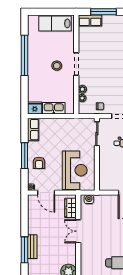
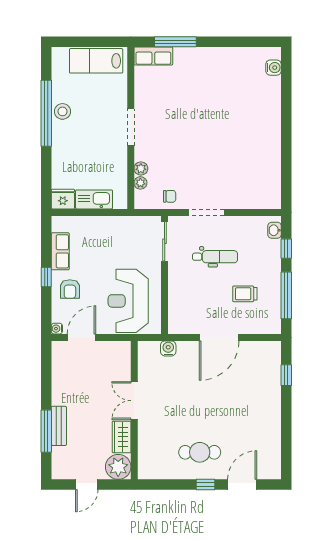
stool: (57, 66) -> (62, 111), moved
row of seats: (33, 130) -> (60, 251), moved
window: (25, 156) -> (46, 277), width x0.46
reception desk: (75, 170) -> (128, 301), turned 180
door: (46, 193) -> (81, 337), swing flipped
water cooler: (89, 199) -> (168, 348), moved
wardrobe: (71, 208) -> (122, 437), moved

